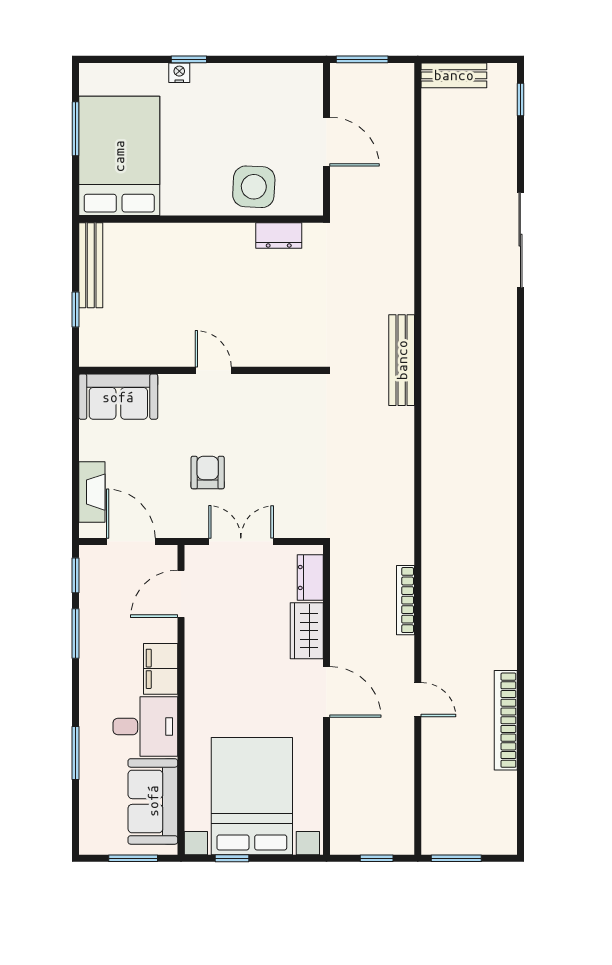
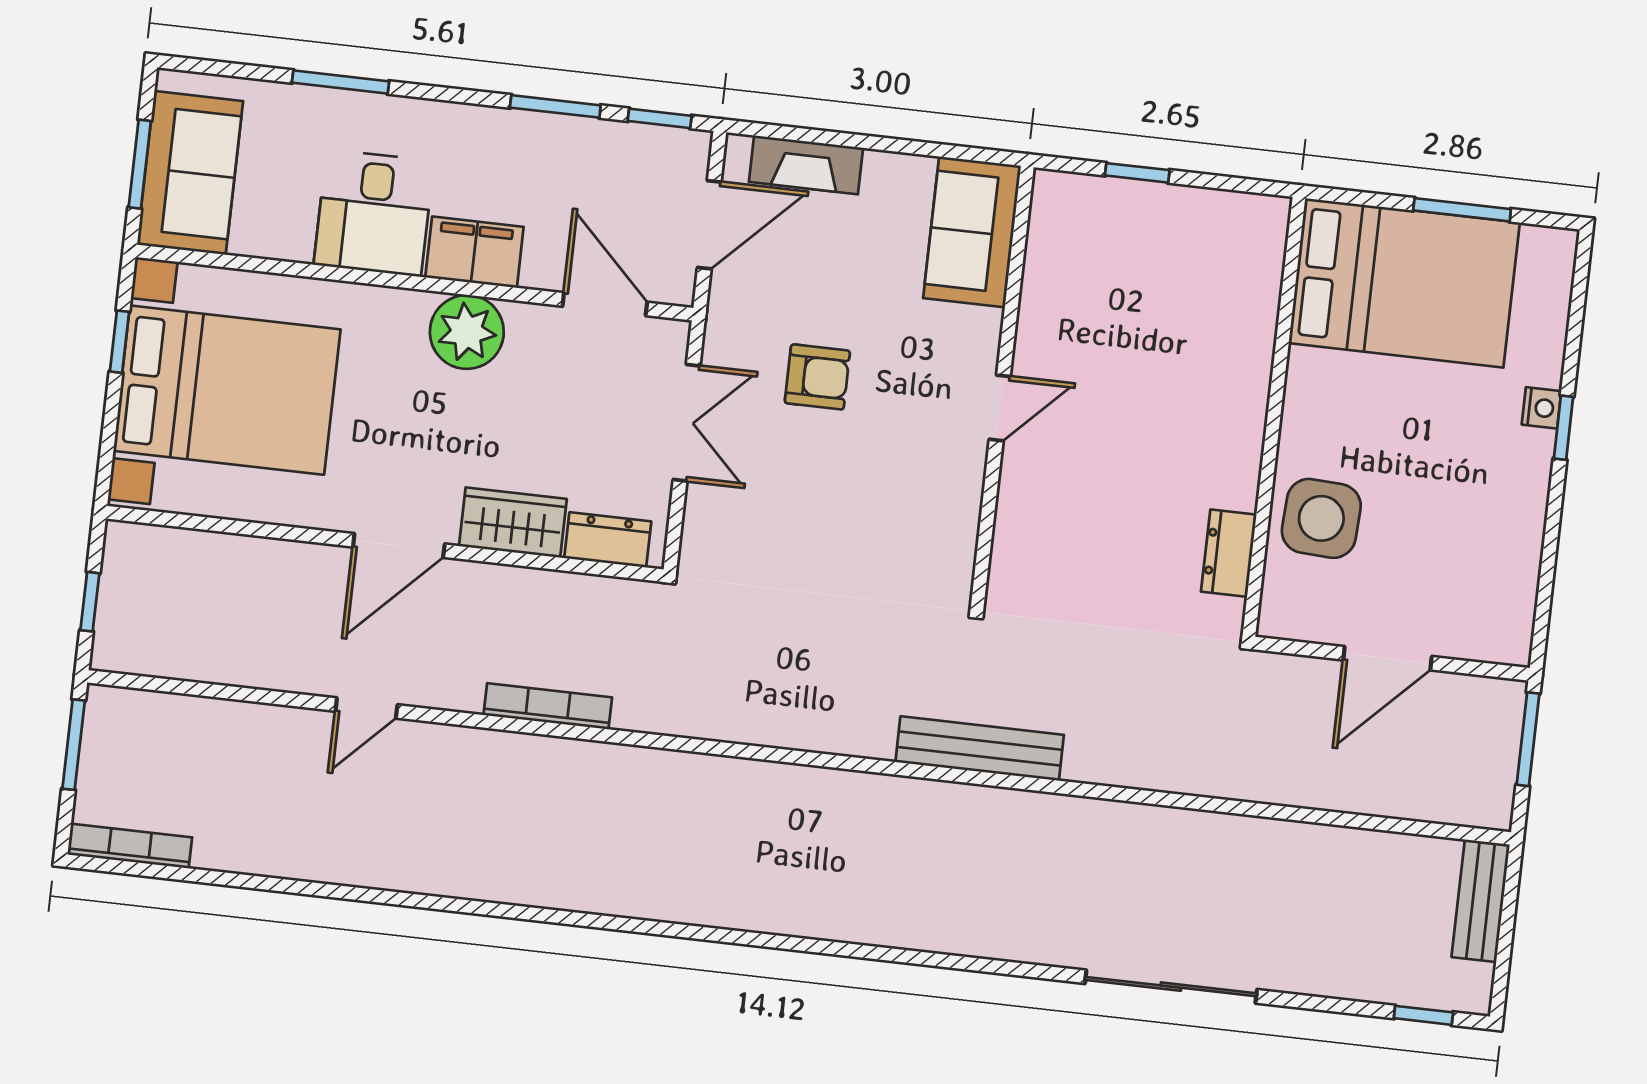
bench: (91, 265) -> (1214, 209), removed
plant: (205, 668) -> (467, 332), added
bookcase: (506, 720) -> (130, 846), moved, width x0.68, depth x0.76
sofa: (153, 801) -> (190, 173), moved, turned 90

